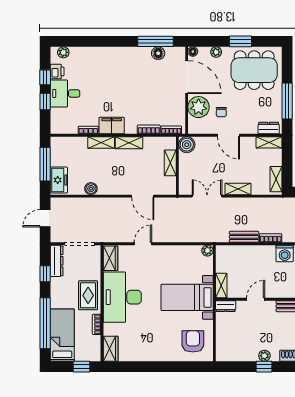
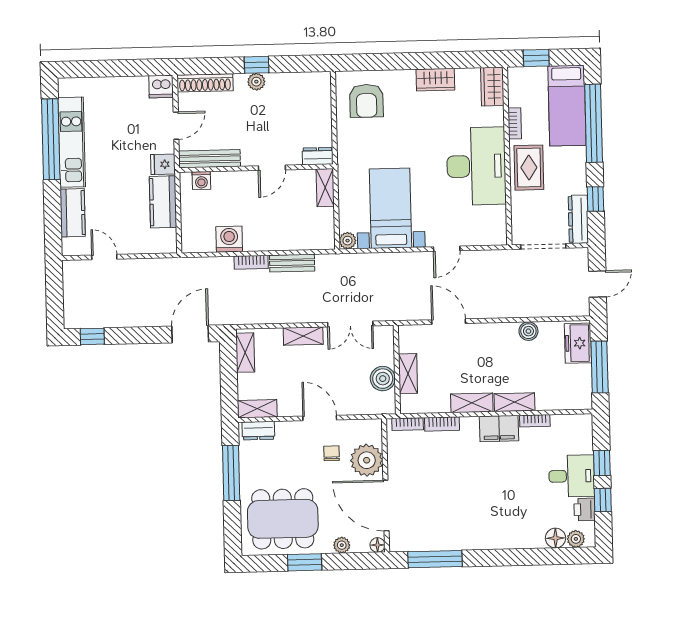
floor lamp: (158, 53) -> (556, 538), moved
boiler: (187, 145) -> (383, 379), moved
wardrobe: (110, 258) -> (435, 80), moved, turned -90
bed with nightstands: (187, 297) -> (391, 208), moved, turned -90

